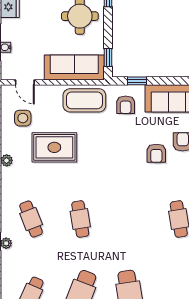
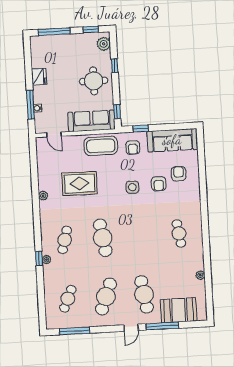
side table: (23, 118) -> (132, 187), moved
cafe table: (31, 219) -> (65, 240), turned 36
cafe table: (80, 219) -> (103, 238), width x1.37, depth x1.35

